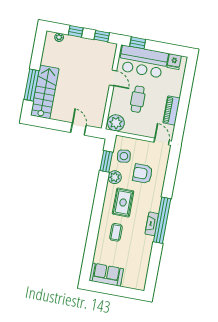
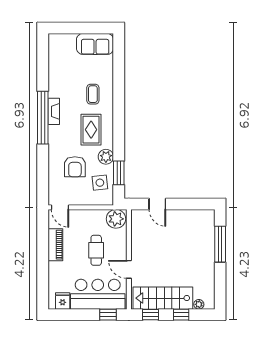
stairs: (45, 92) -> (163, 298), moved, turned 90
armchair: (143, 174) -> (75, 167), turned 90

